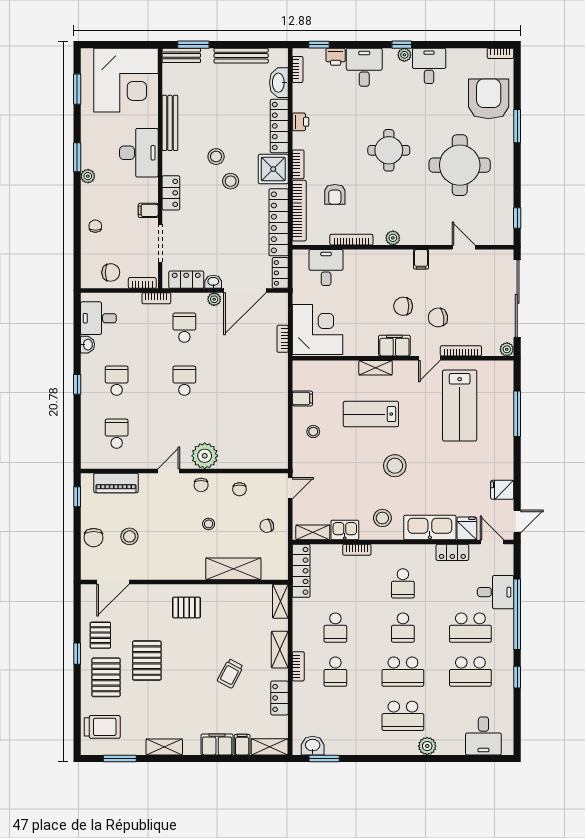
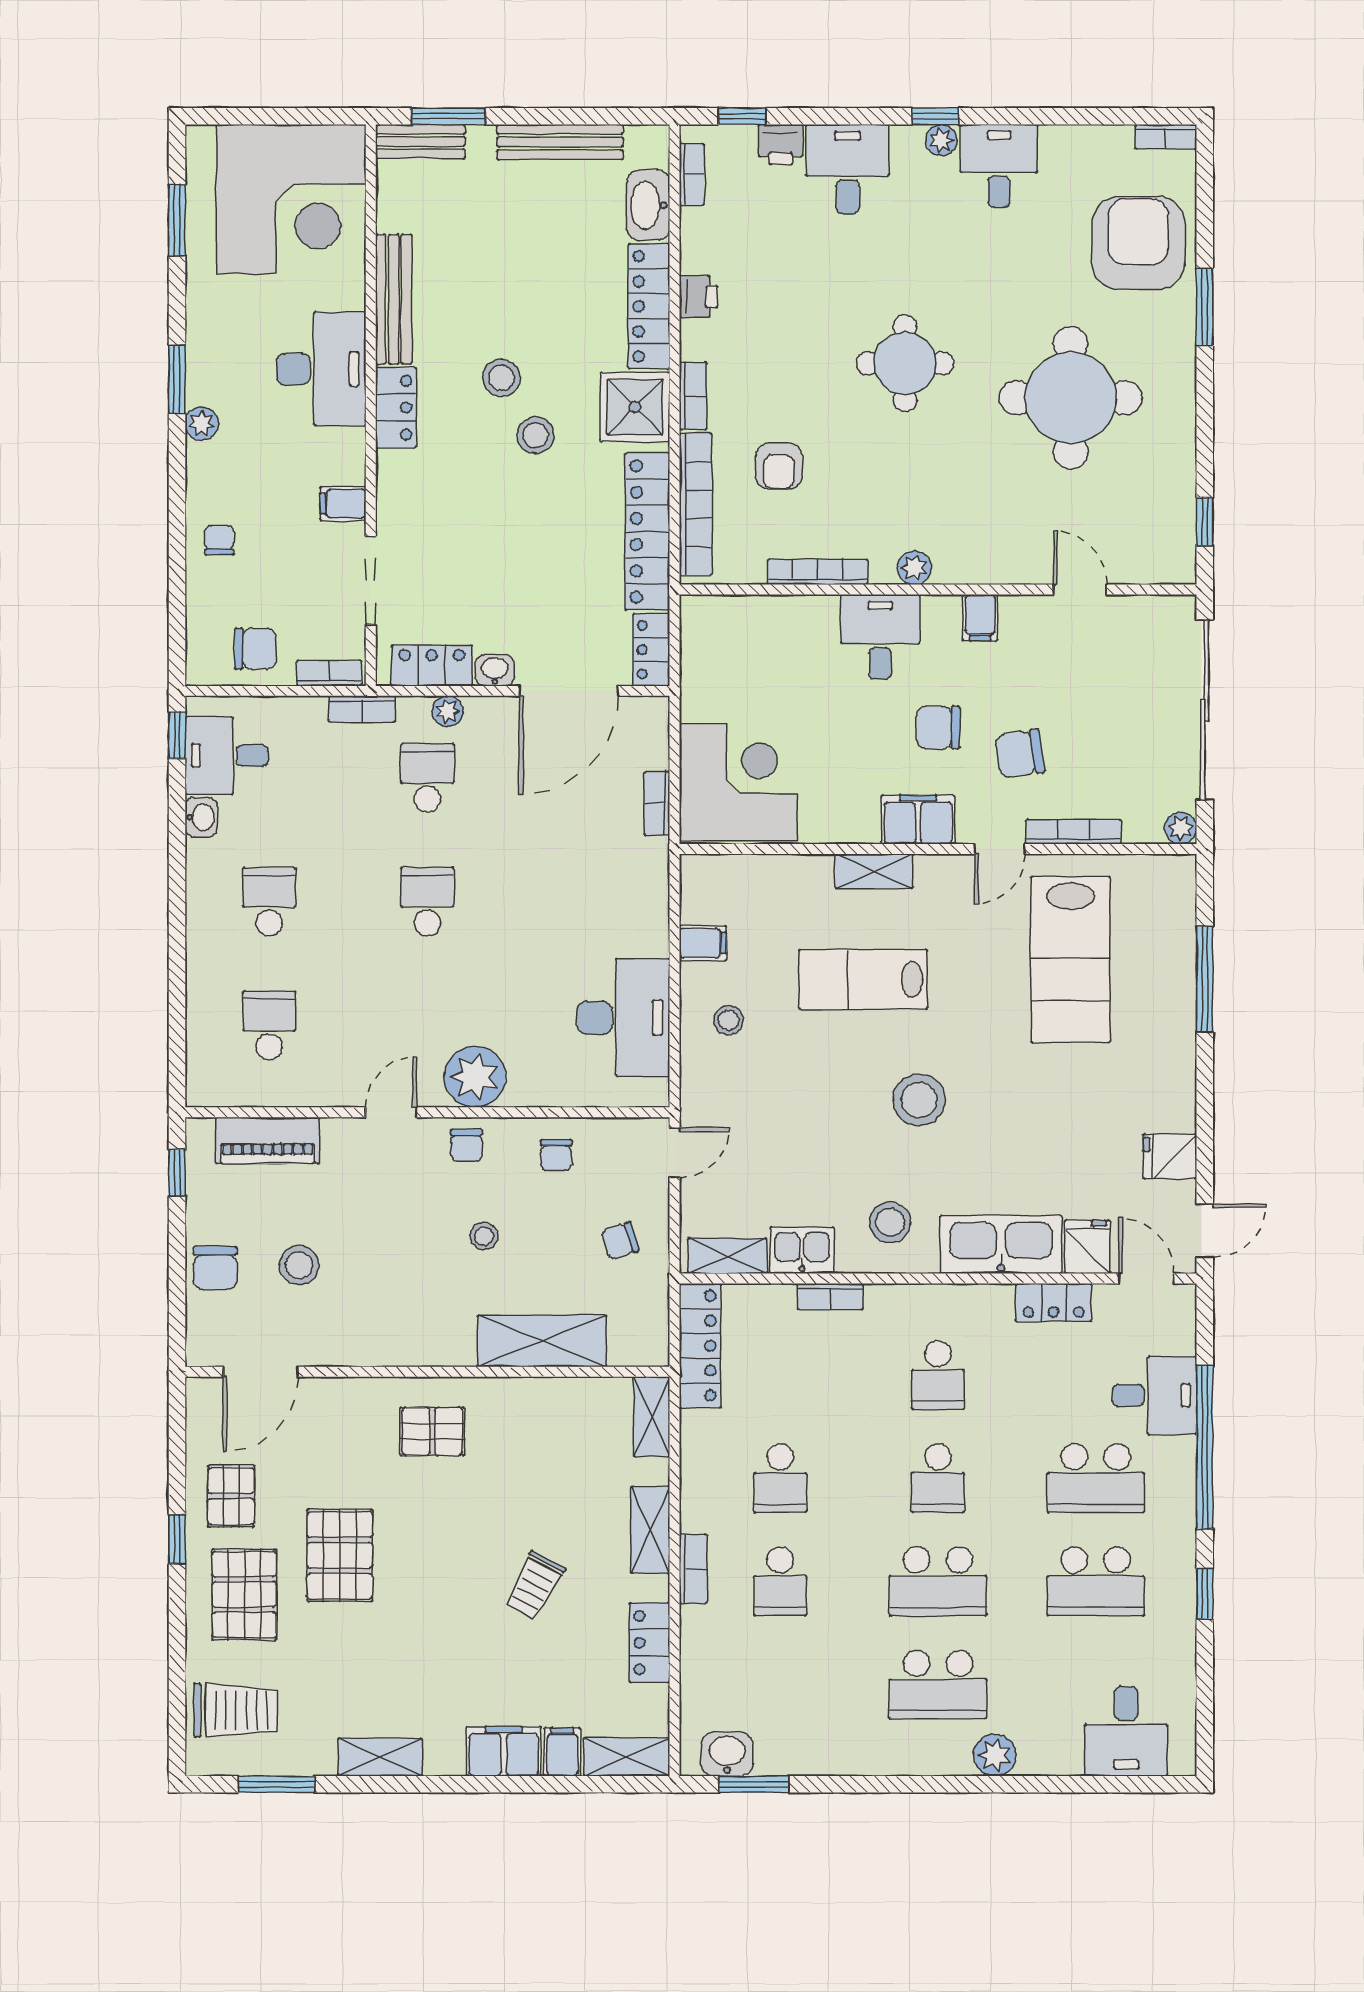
locker: (171, 193) -> (396, 408), moved
desk: (326, 267) -> (880, 637), moved
plant: (214, 299) -> (447, 711), moved
window: (77, 384) -> (177, 735), moved
desk: (268, 430) -> (623, 1018), added

